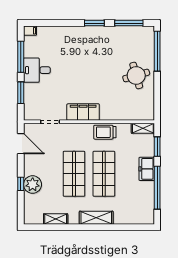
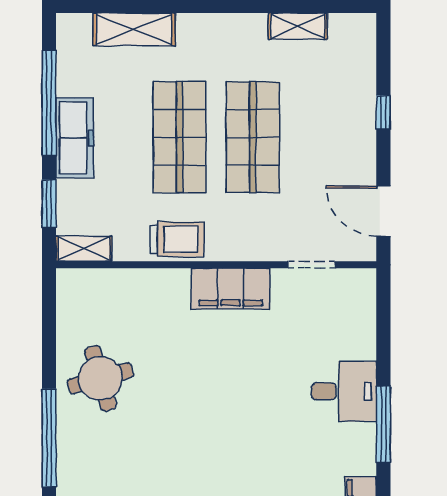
window: (21, 93) -> (383, 336), removed
freezer: (147, 169) -> (75, 138), width x1.40
plant: (33, 185) -> (355, 111), removed
shelving: (96, 218) -> (134, 29), moved

